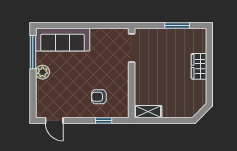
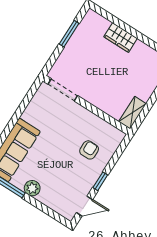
armchair: (99, 97) -> (89, 150), turned 180
window: (104, 120) -> (100, 181), moved

